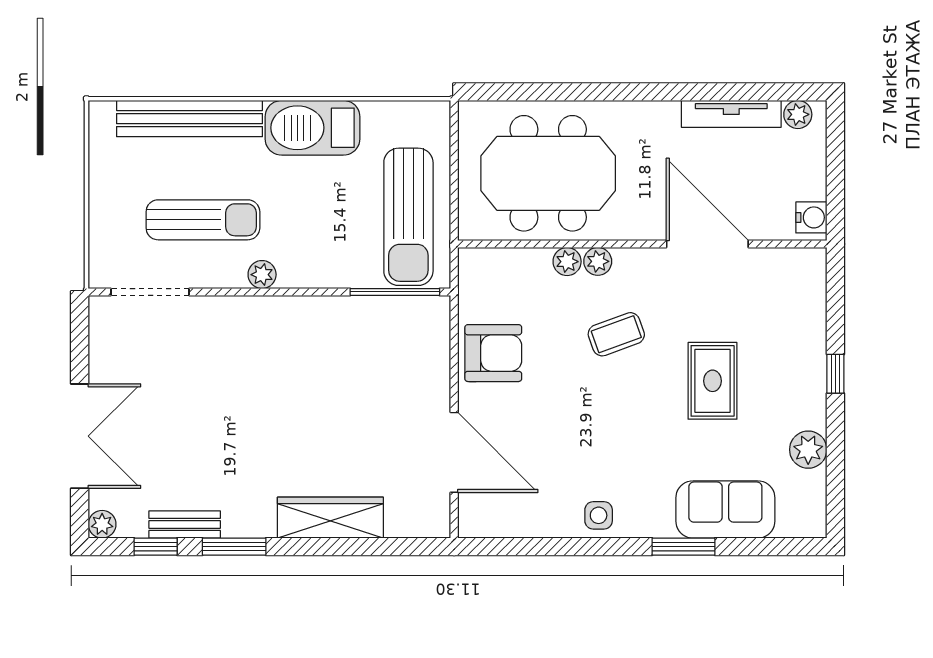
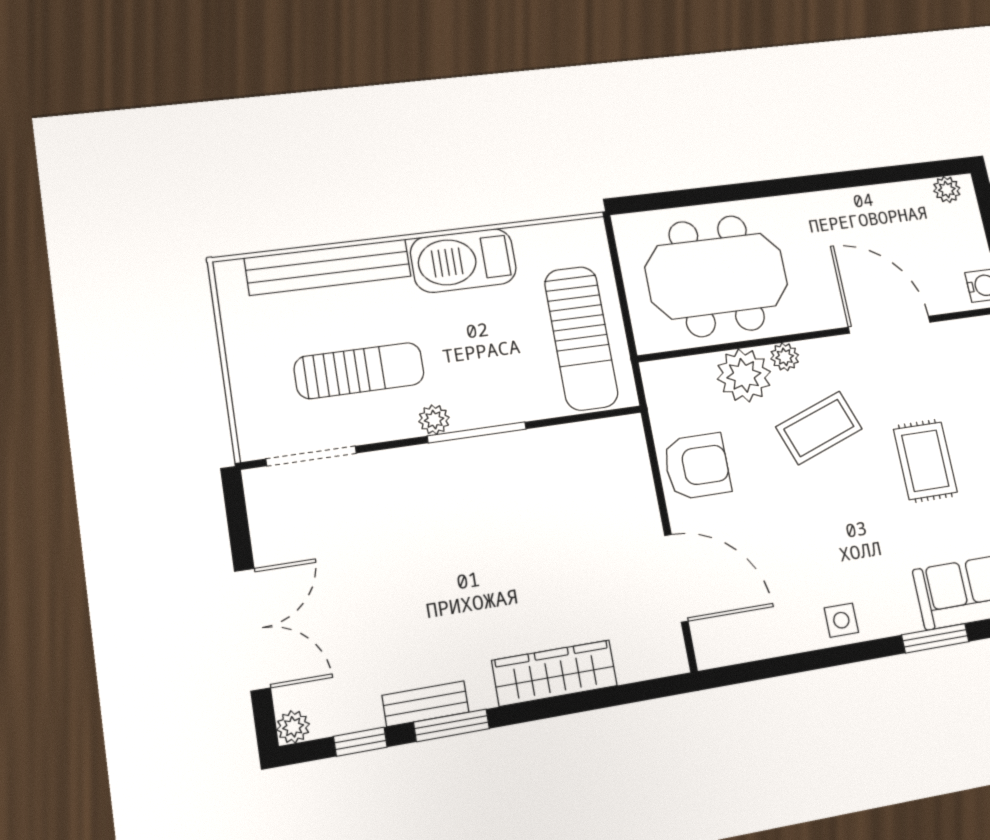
tv unit: (731, 114) -> (884, 196), removed
plant: (567, 262) -> (744, 375), width x1.88, depth x1.88
window: (395, 292) -> (477, 432), moved
coffee table: (616, 334) -> (819, 428), width x1.36, depth x1.30
bench: (185, 524) -> (426, 704), moved

